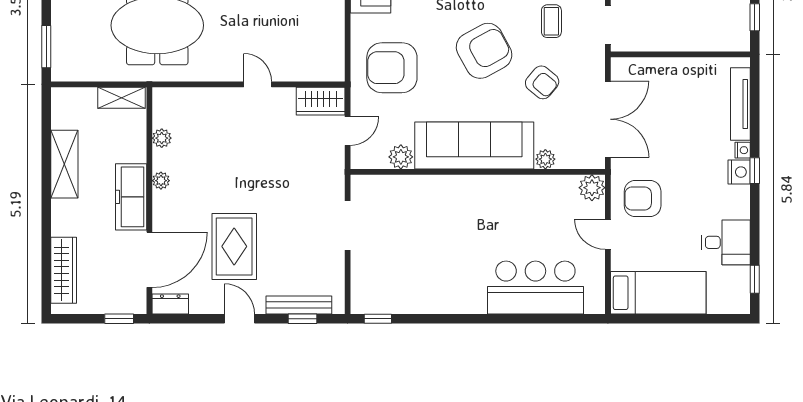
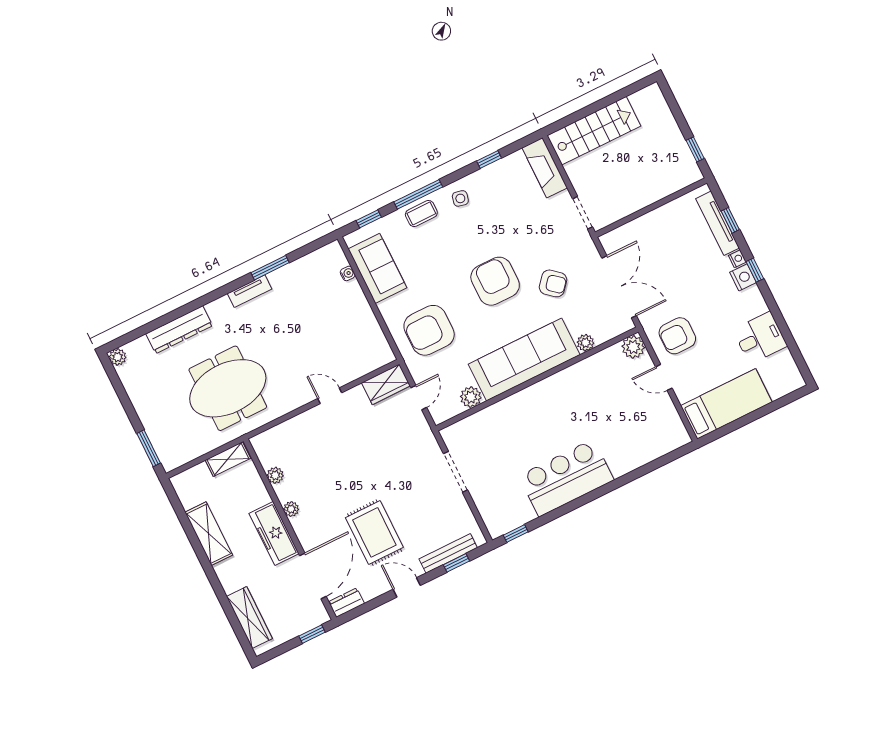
coffee table: (551, 21) -> (537, 232), removed
armchair: (484, 51) -> (495, 281), turned -61
window: (755, 279) -> (730, 220), moved
bar counter: (535, 288) -> (566, 478), moved

